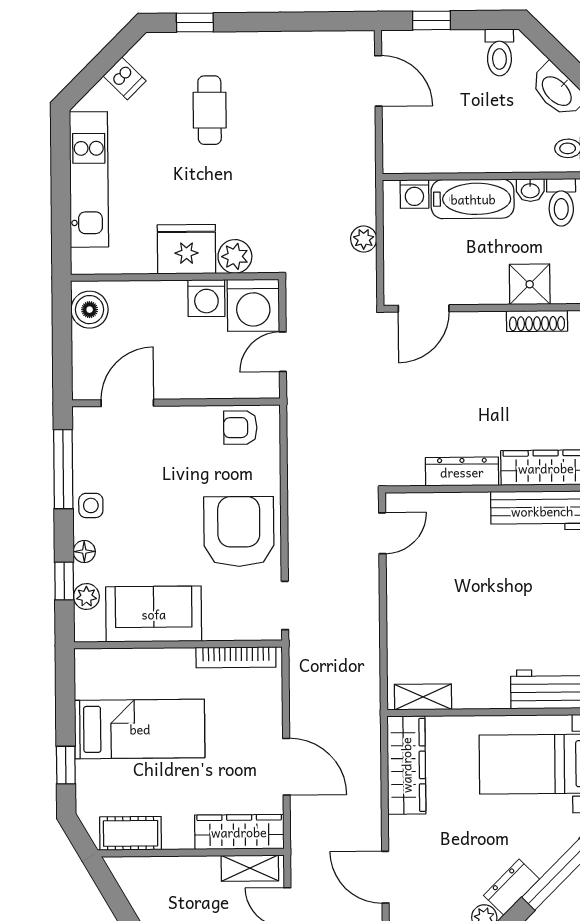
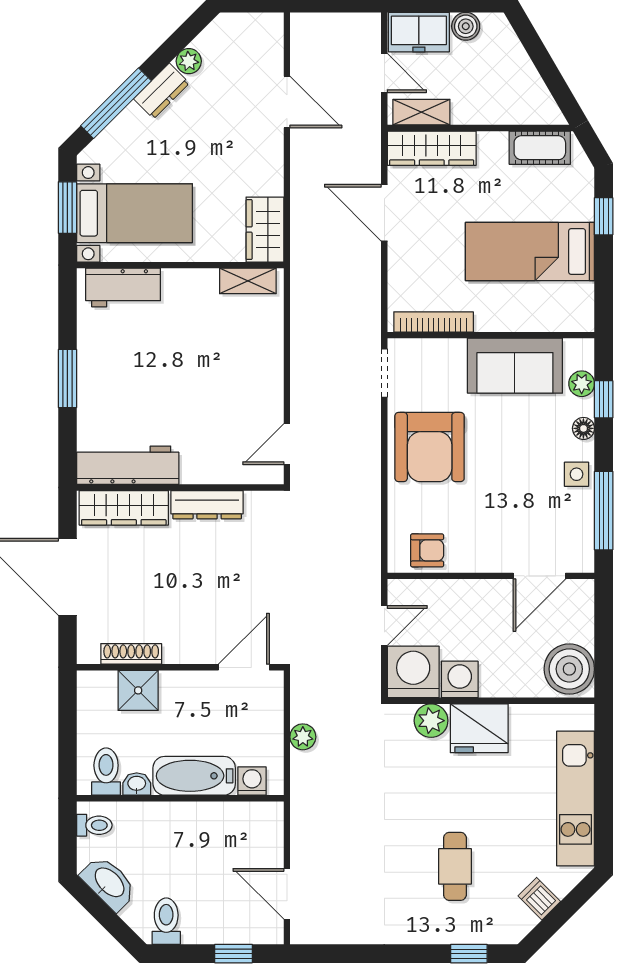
boiler: (90, 310) -> (569, 669), width x1.37, depth x1.37
wardrobe: (406, 765) -> (265, 230), width x0.67

